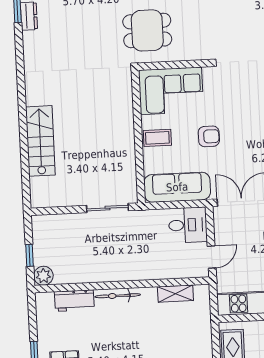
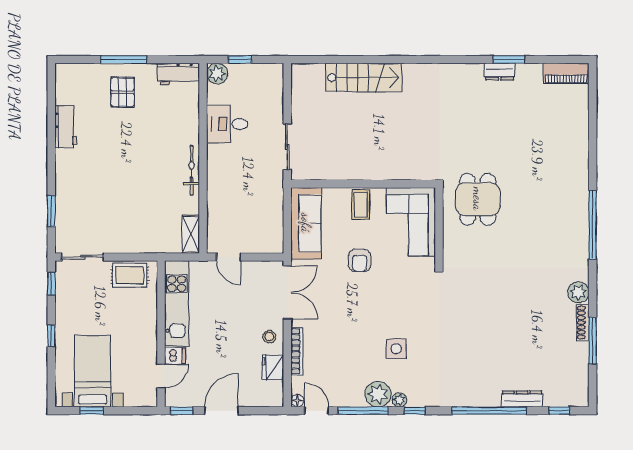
desk: (188, 225) -> (227, 124), moved, turned 90
shelving: (175, 294) -> (191, 234), moved
bicycle: (118, 296) -> (192, 170), moved
workbench: (74, 301) -> (178, 74), moved, turned -90

